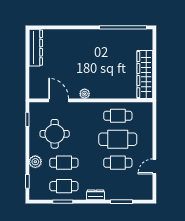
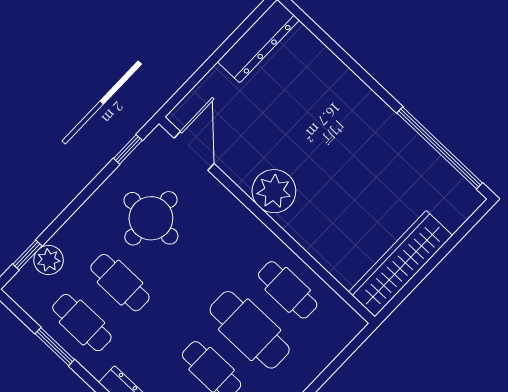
plant: (85, 94) -> (274, 191), width x1.87, depth x1.87
door: (59, 100) -> (194, 151), moved
plant: (35, 162) -> (49, 260), moved

